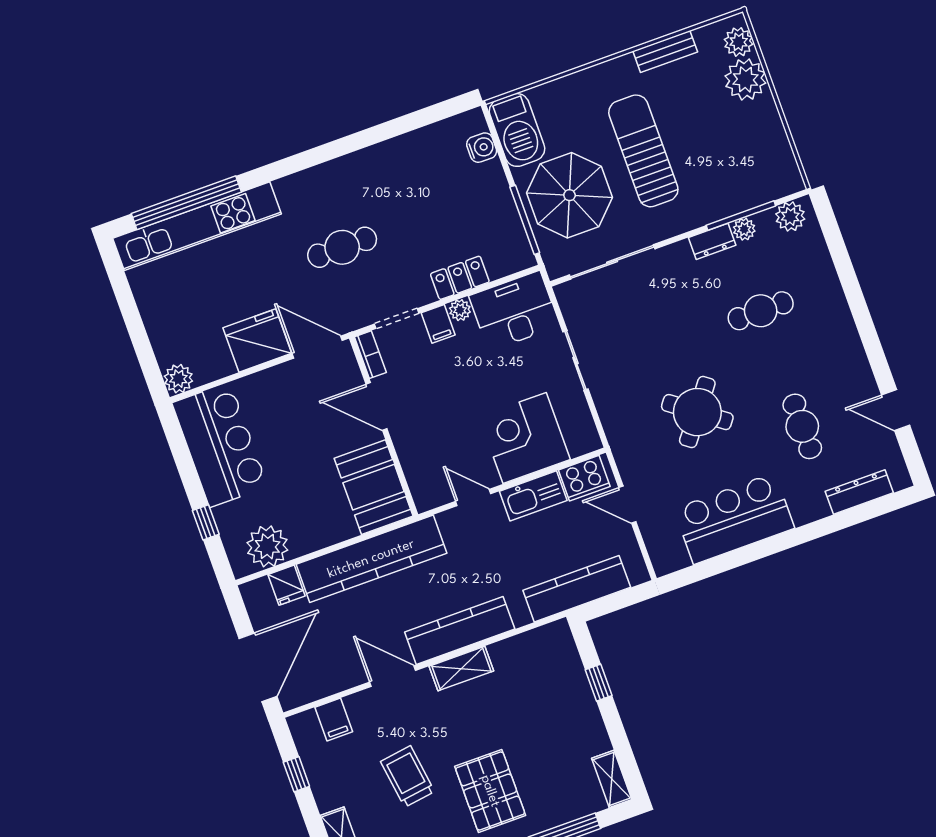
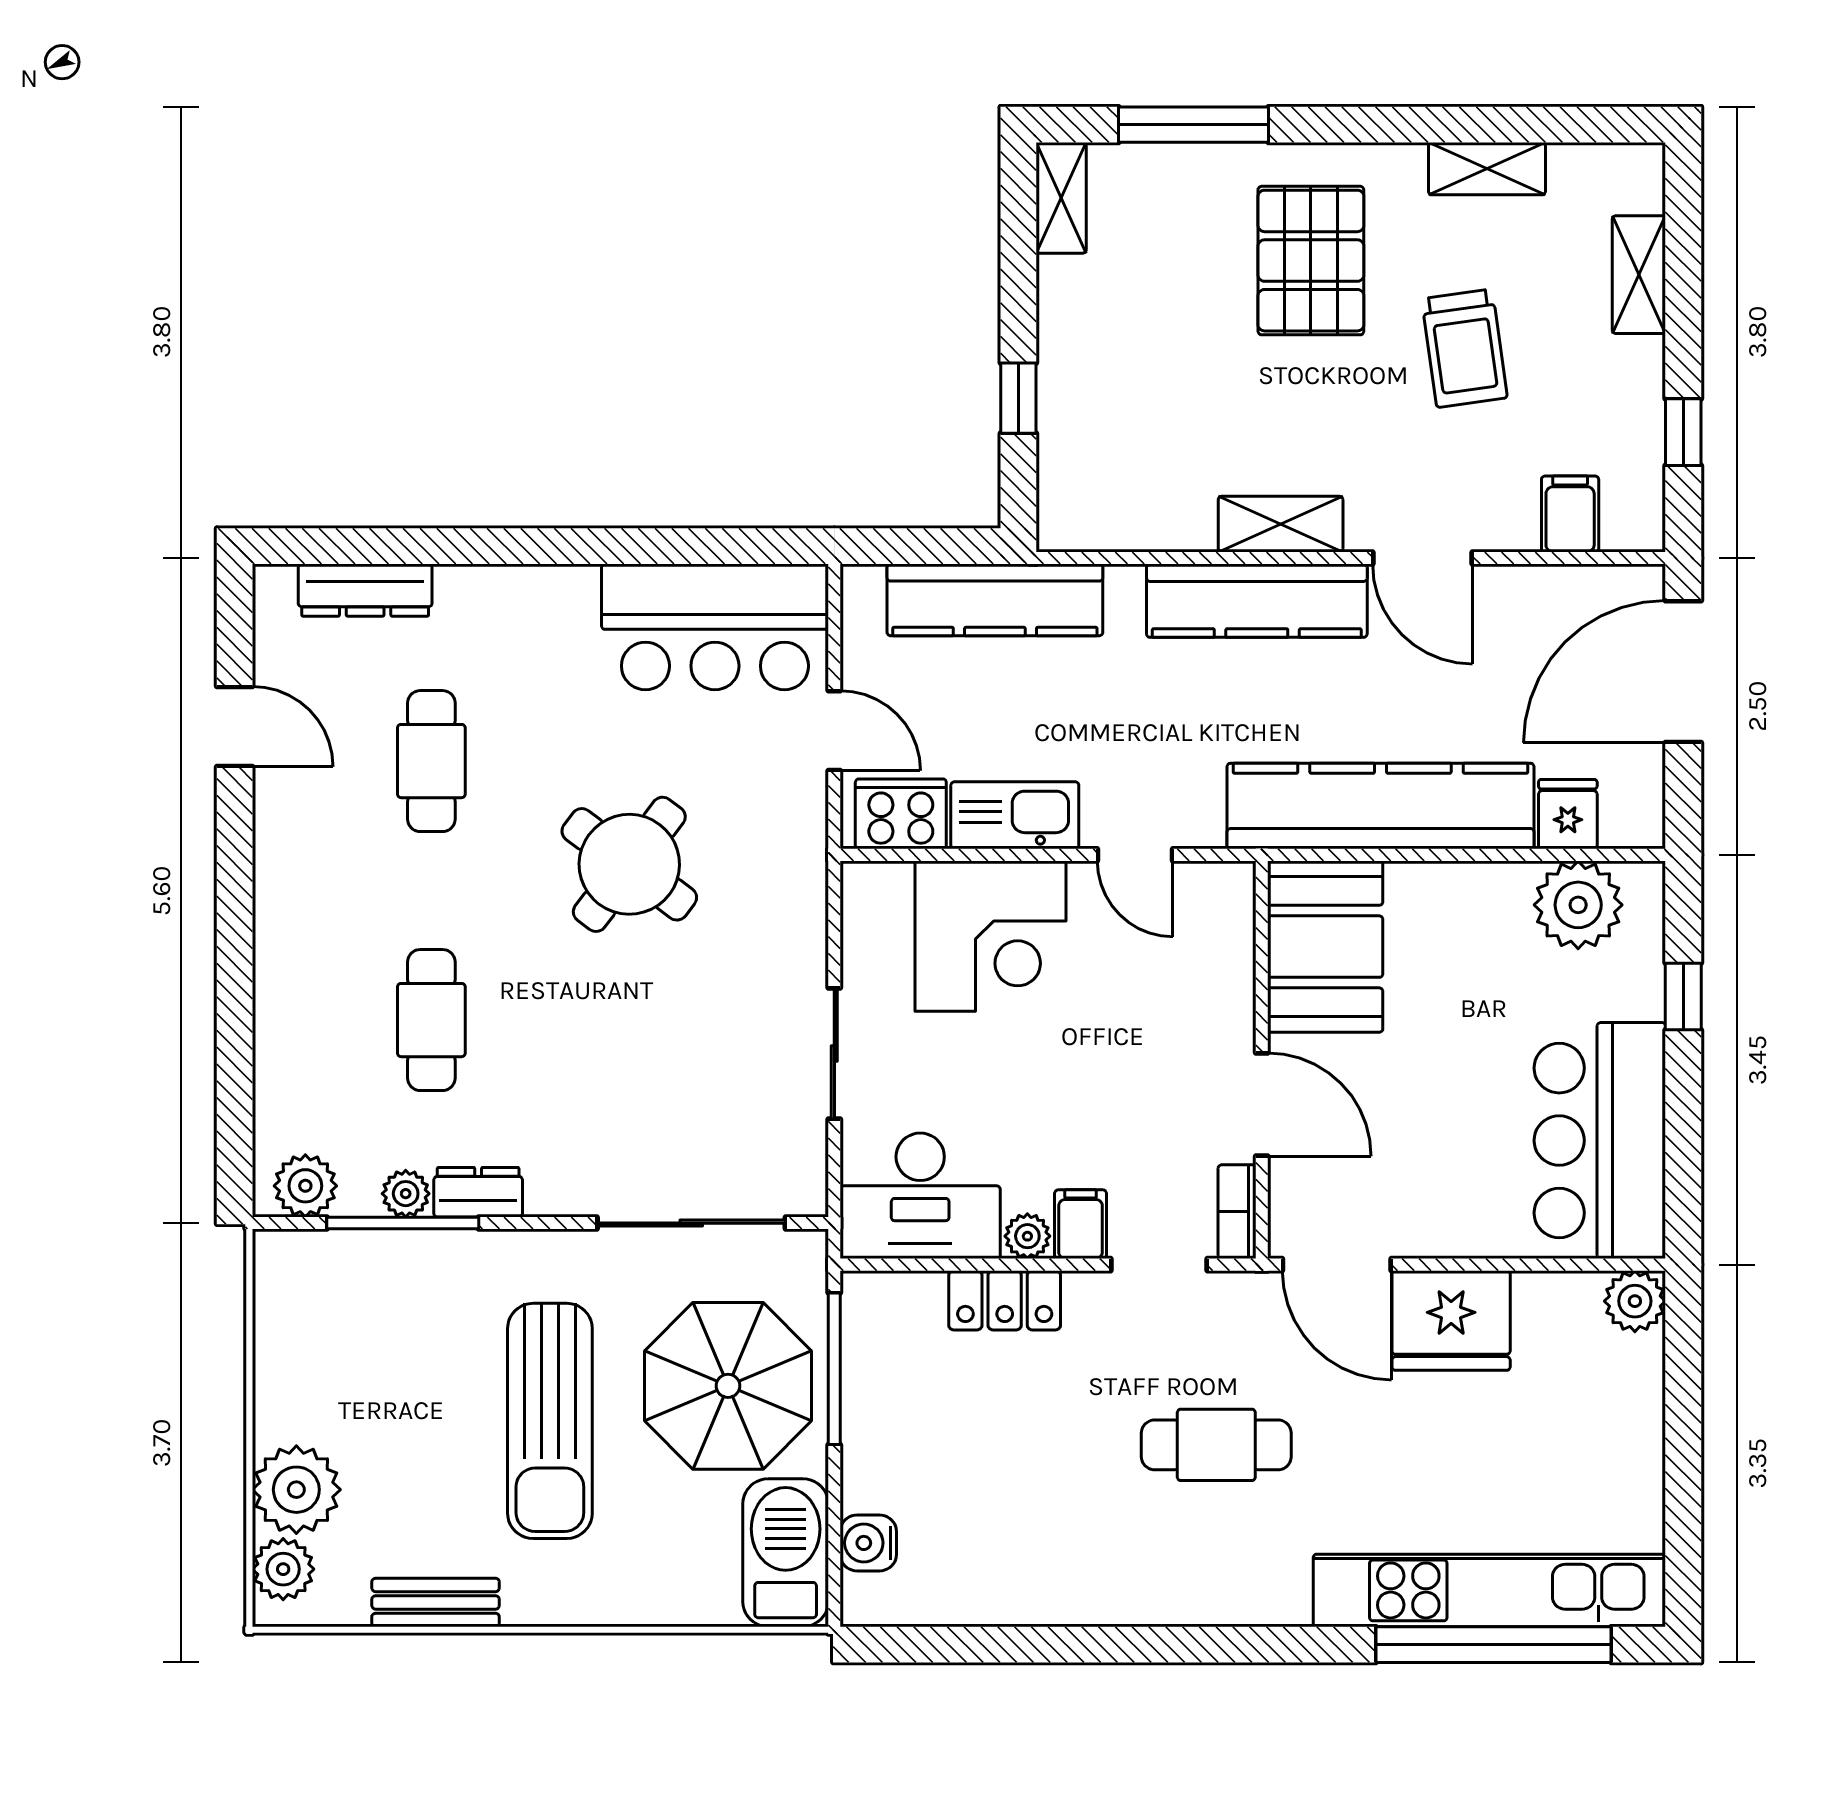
cafe table: (761, 311) -> (431, 1020), turned 90
bar counter: (734, 518) -> (715, 627), moved

